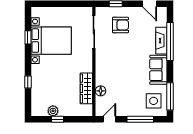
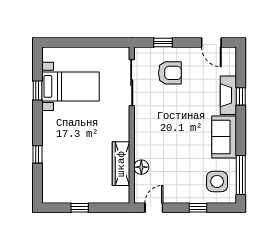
bed with nightstands: (51, 41) -> (71, 86), width x0.73
window: (170, 41) -> (241, 96), width x0.32
plant: (53, 111) -> (73, 196), removed
window: (140, 119) -> (198, 208), width x0.46

